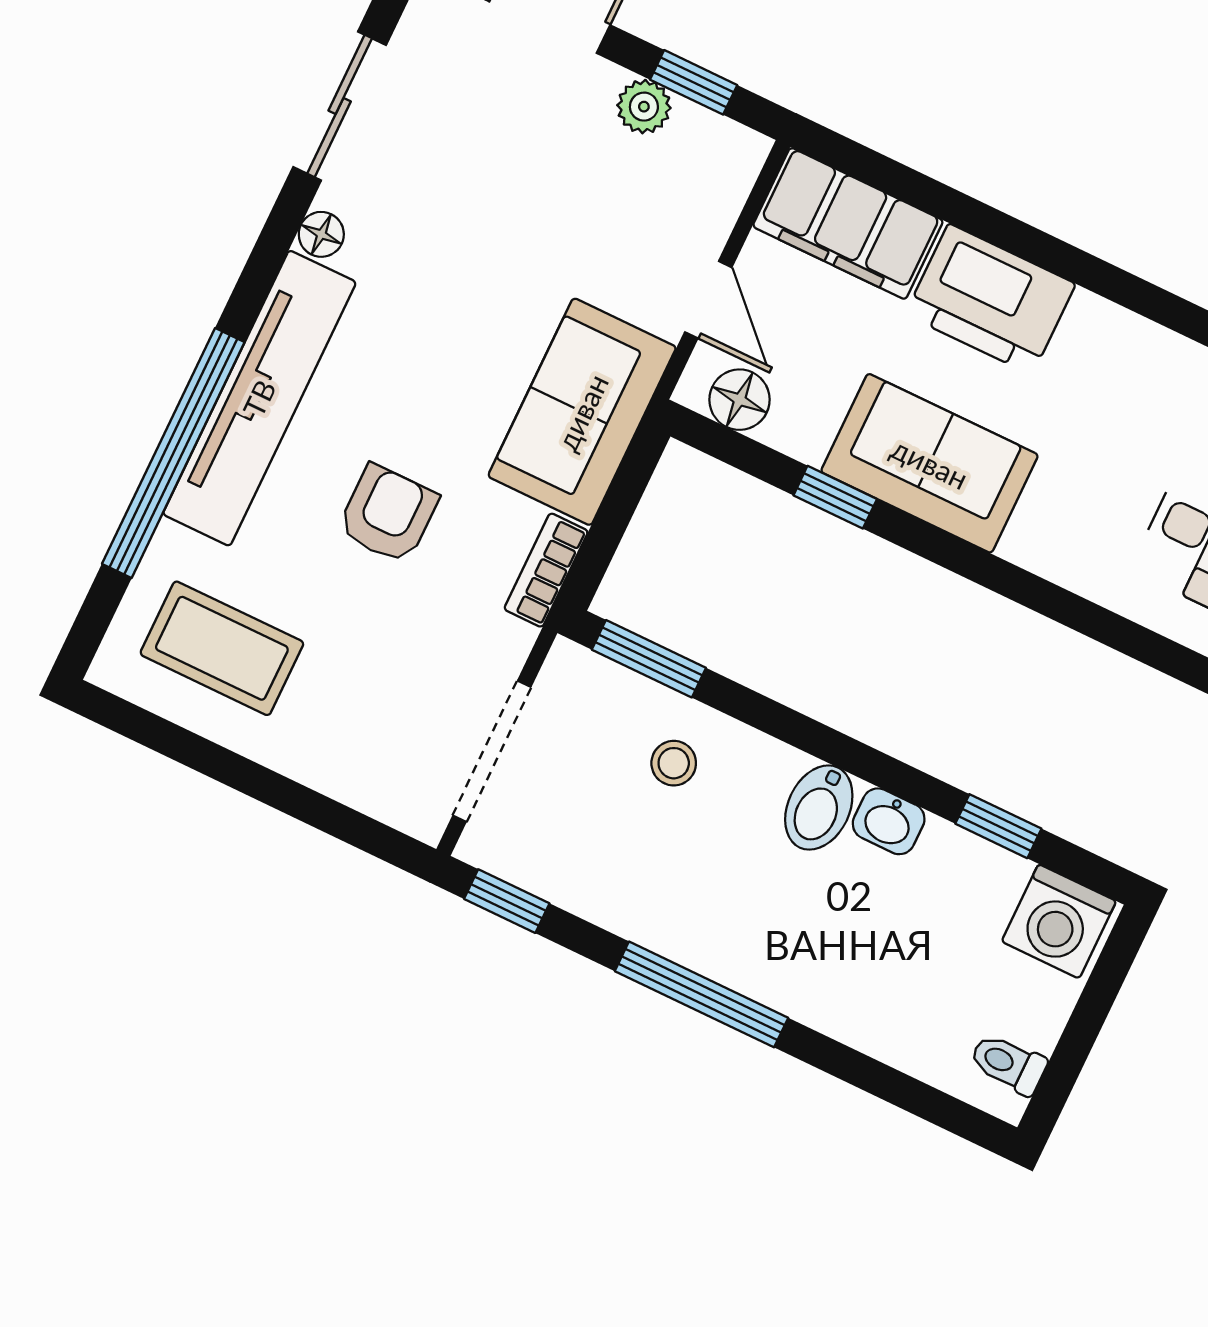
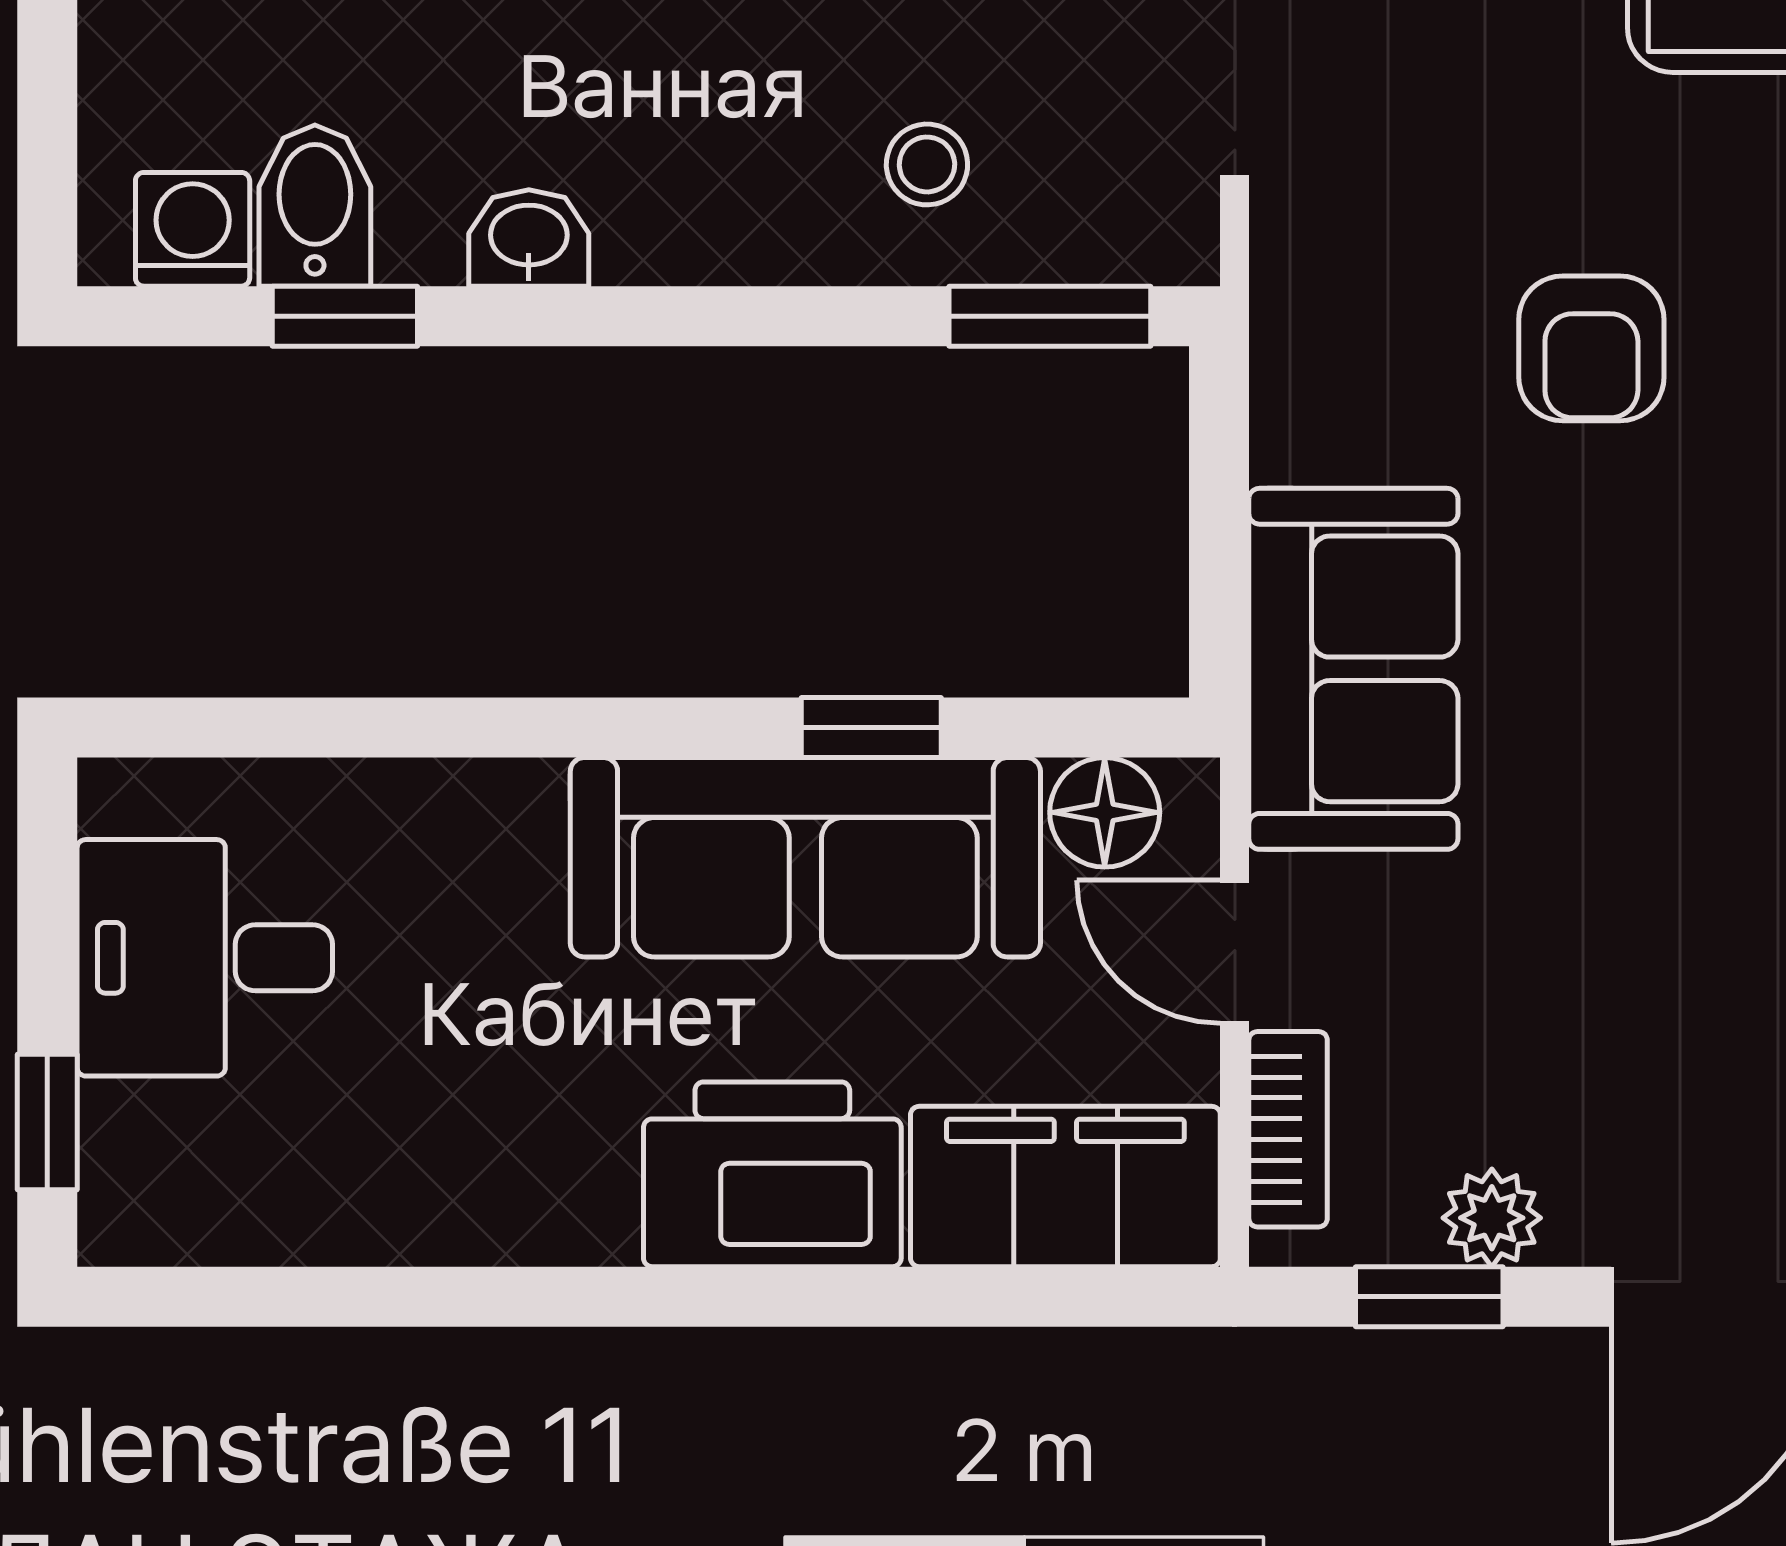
sofa: (930, 463) -> (805, 857), width x1.36
bookcase: (546, 570) -> (1288, 1129), moved
bidet: (819, 808) -> (315, 206), moved
washing machine: (1059, 921) -> (193, 229), width x0.73, depth x0.73

